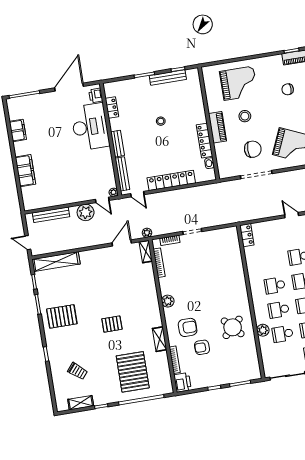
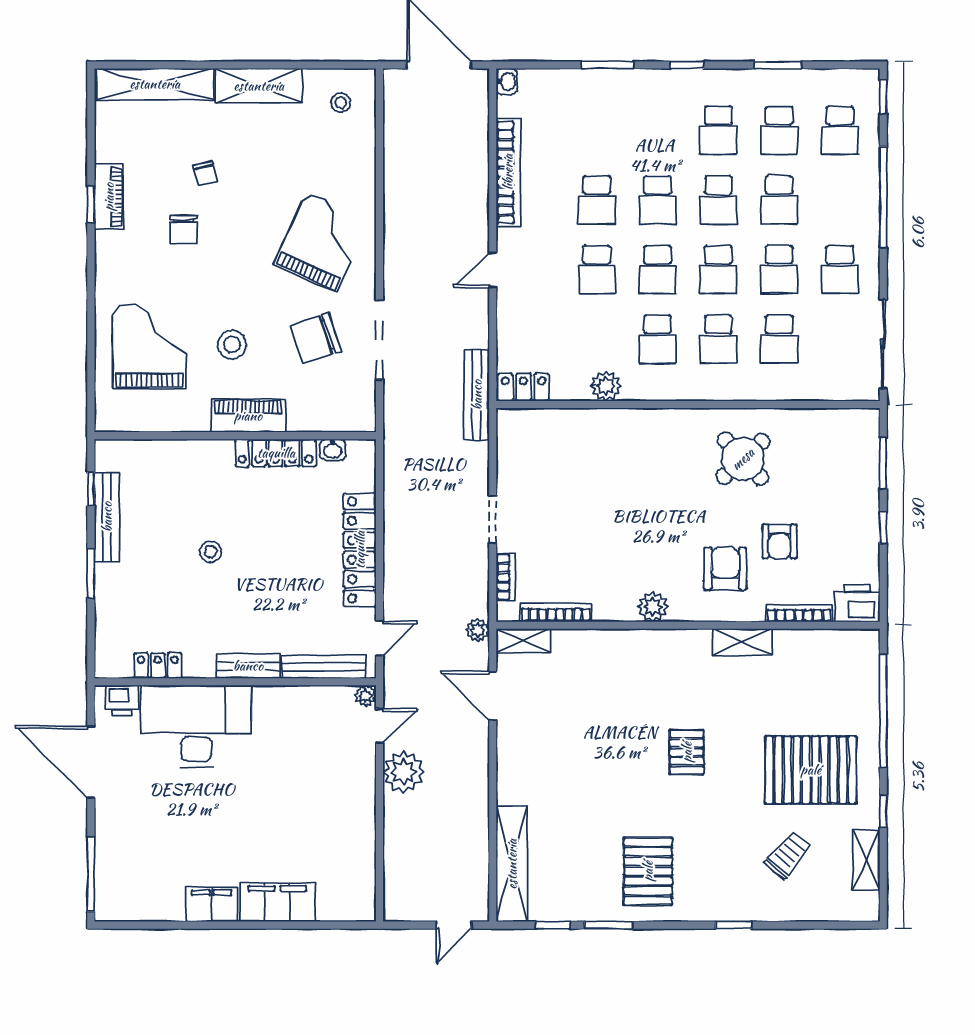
filing cabinet: (18, 130) -> (212, 905), moved
chair: (253, 149) -> (316, 338), turned -108
bench: (51, 215) -> (477, 395), moved
plant: (263, 330) -> (606, 386), moved
pallet: (133, 372) -> (811, 770), moved

